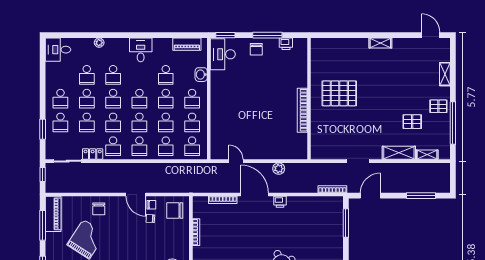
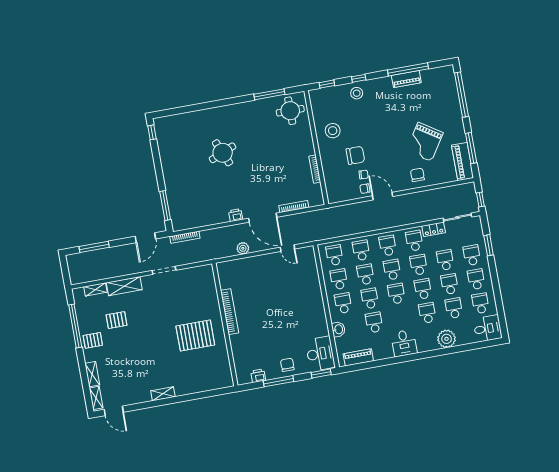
plant: (99, 43) -> (447, 339), width x1.88, depth x1.88
shelving: (445, 51) -> (96, 398), added
school desk: (60, 75) -> (480, 303), added
chair: (175, 211) -> (355, 155), moved

